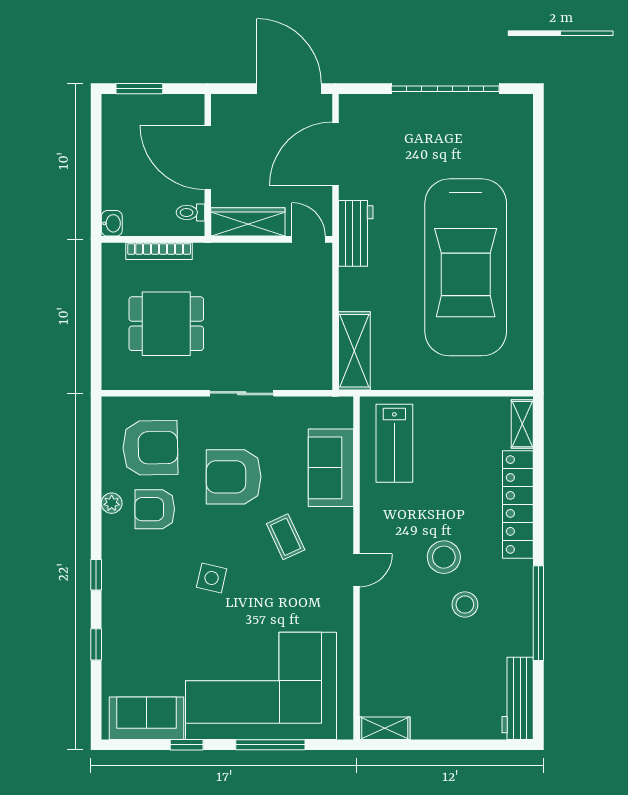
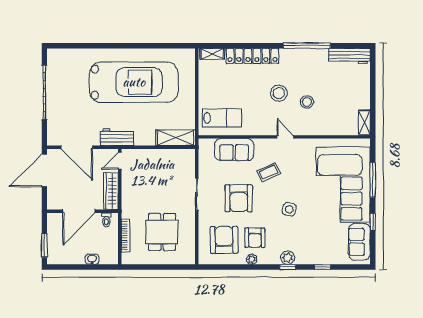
washbasin: (112, 223) -> (92, 259), moved
plant: (115, 575) -> (288, 258), added
stool: (465, 605) -> (307, 102), moved

